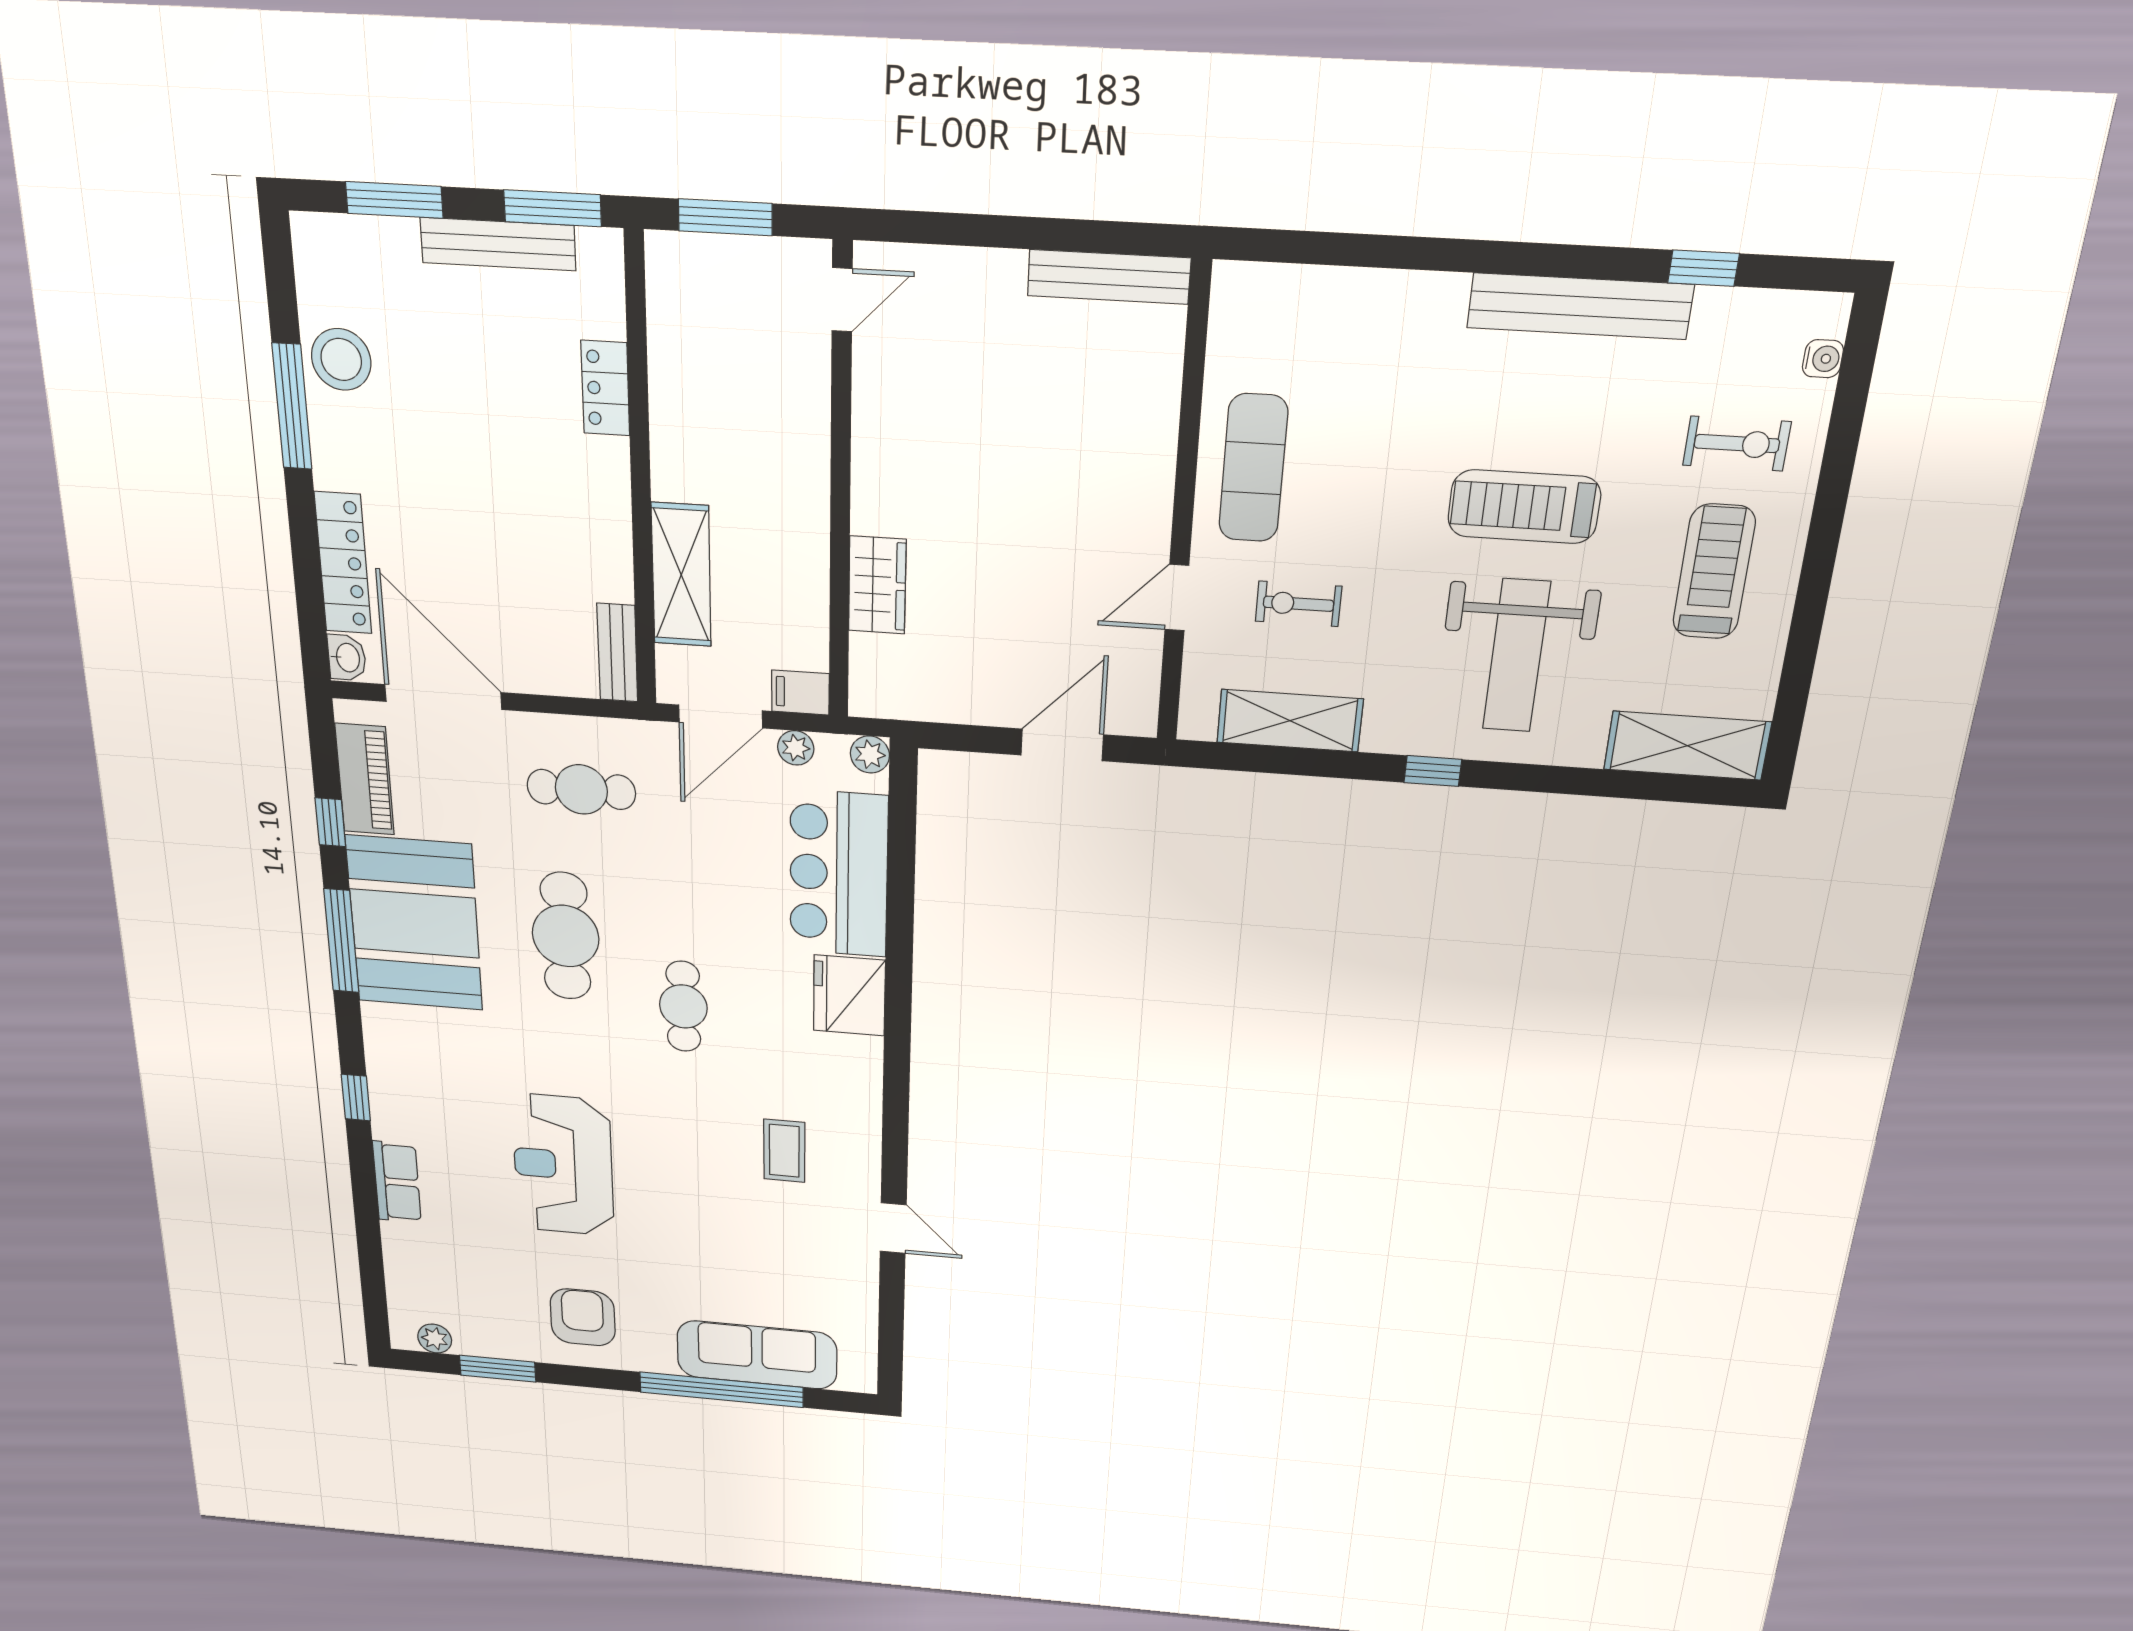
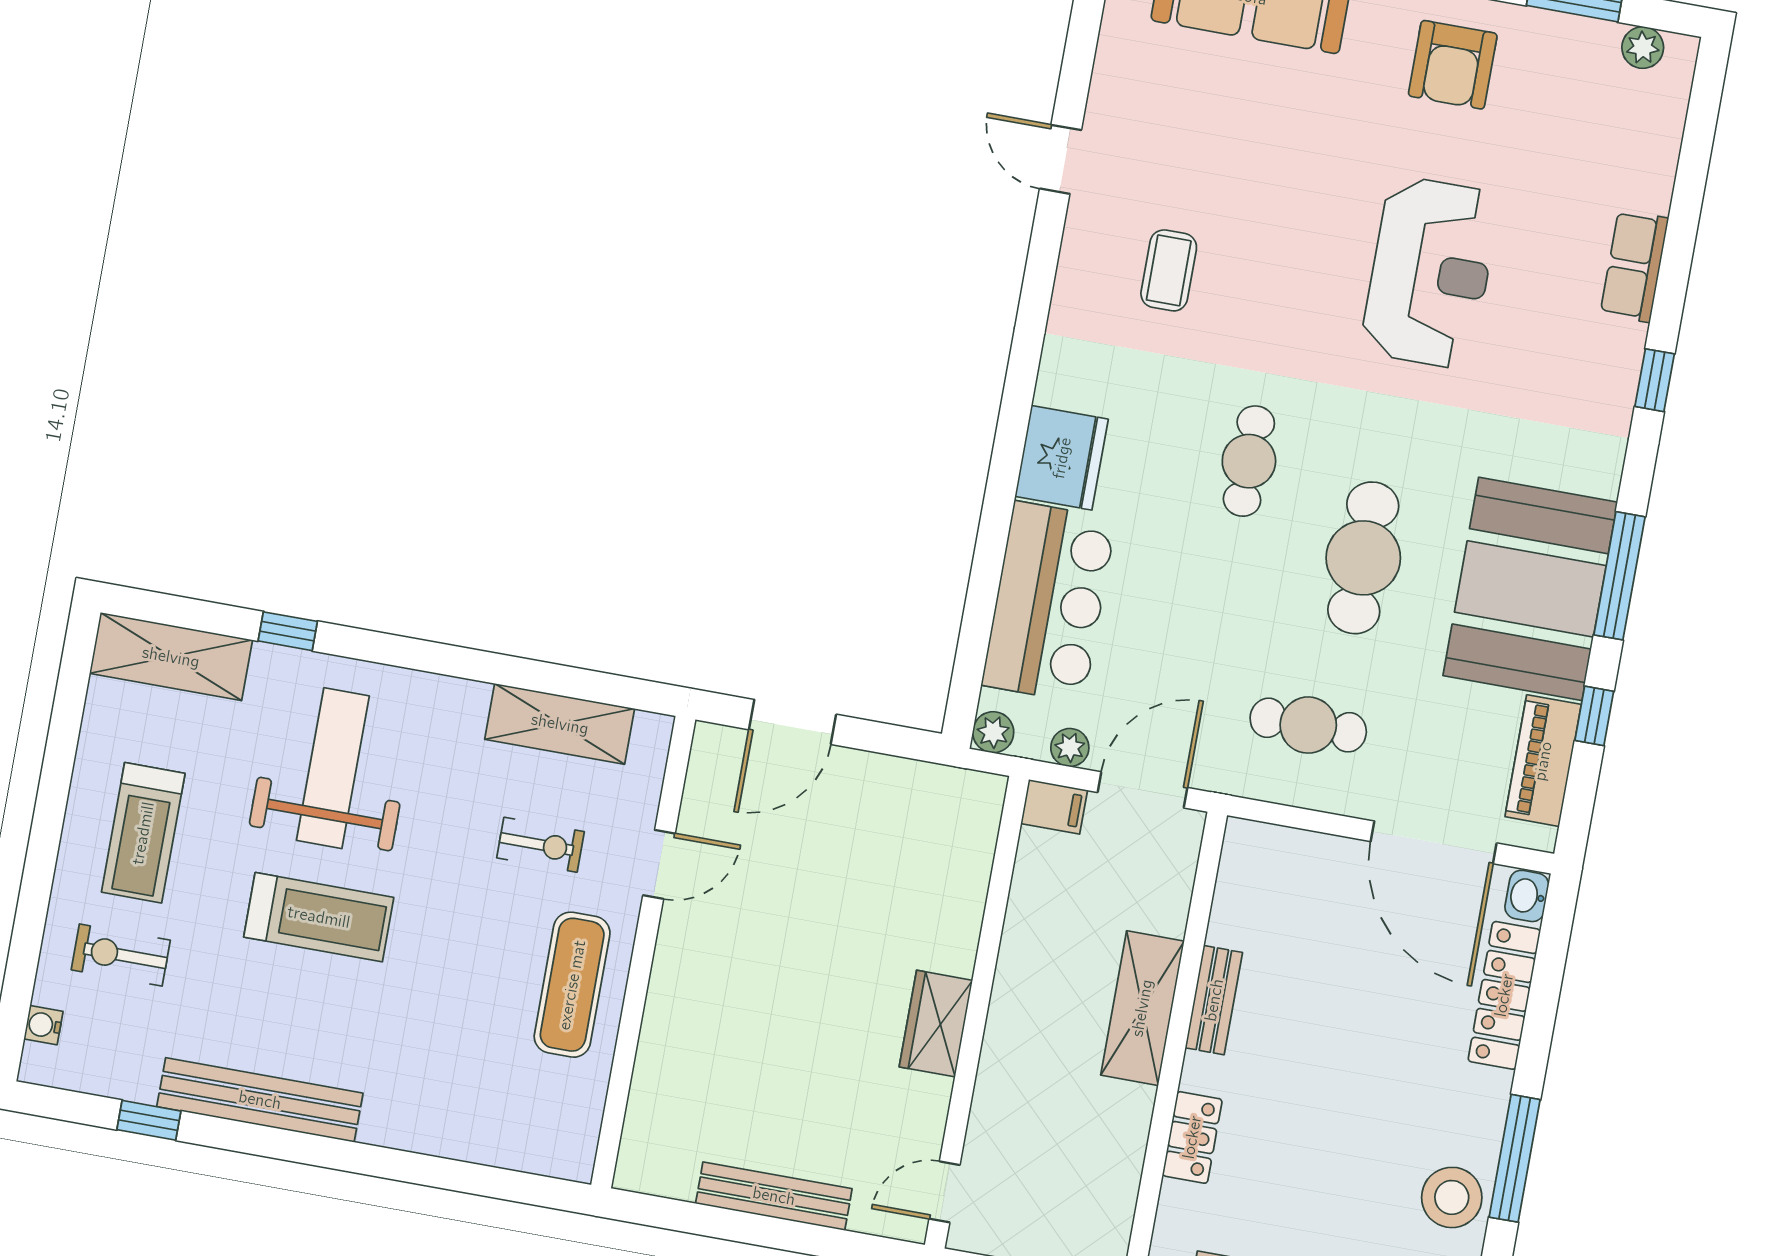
bench: (1109, 277) -> (774, 1196), moved
shelving: (681, 575) -> (1142, 1008), moved
wardrobe: (877, 585) -> (936, 1024), moved
bench: (617, 653) -> (1214, 1000), moved
window: (1433, 771) -> (288, 631), moved

